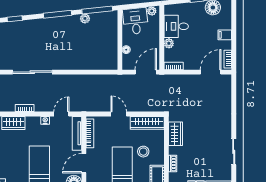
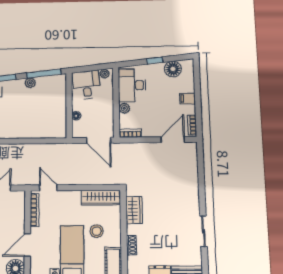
desk: (176, 26) -> (132, 85), width x1.37
door: (146, 72) -> (99, 140), swing flipped
door: (119, 114) -> (48, 188), moved
tv unit: (77, 133) -> (20, 210), removed

